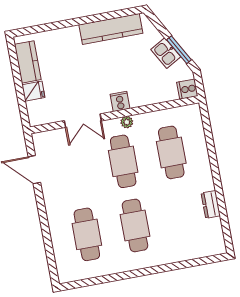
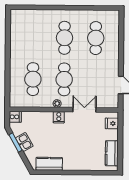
kitchen counter: (111, 29) -> (49, 164), width x0.67
fridge: (33, 91) -> (112, 123), moved
dresser: (211, 204) -> (15, 42), removed

